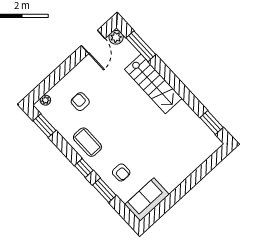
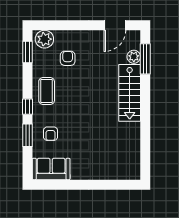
plant: (116, 37) -> (134, 57), moved
plant: (45, 100) -> (44, 39), width x1.88, depth x1.88
window: (212, 123) -> (145, 157), removed

